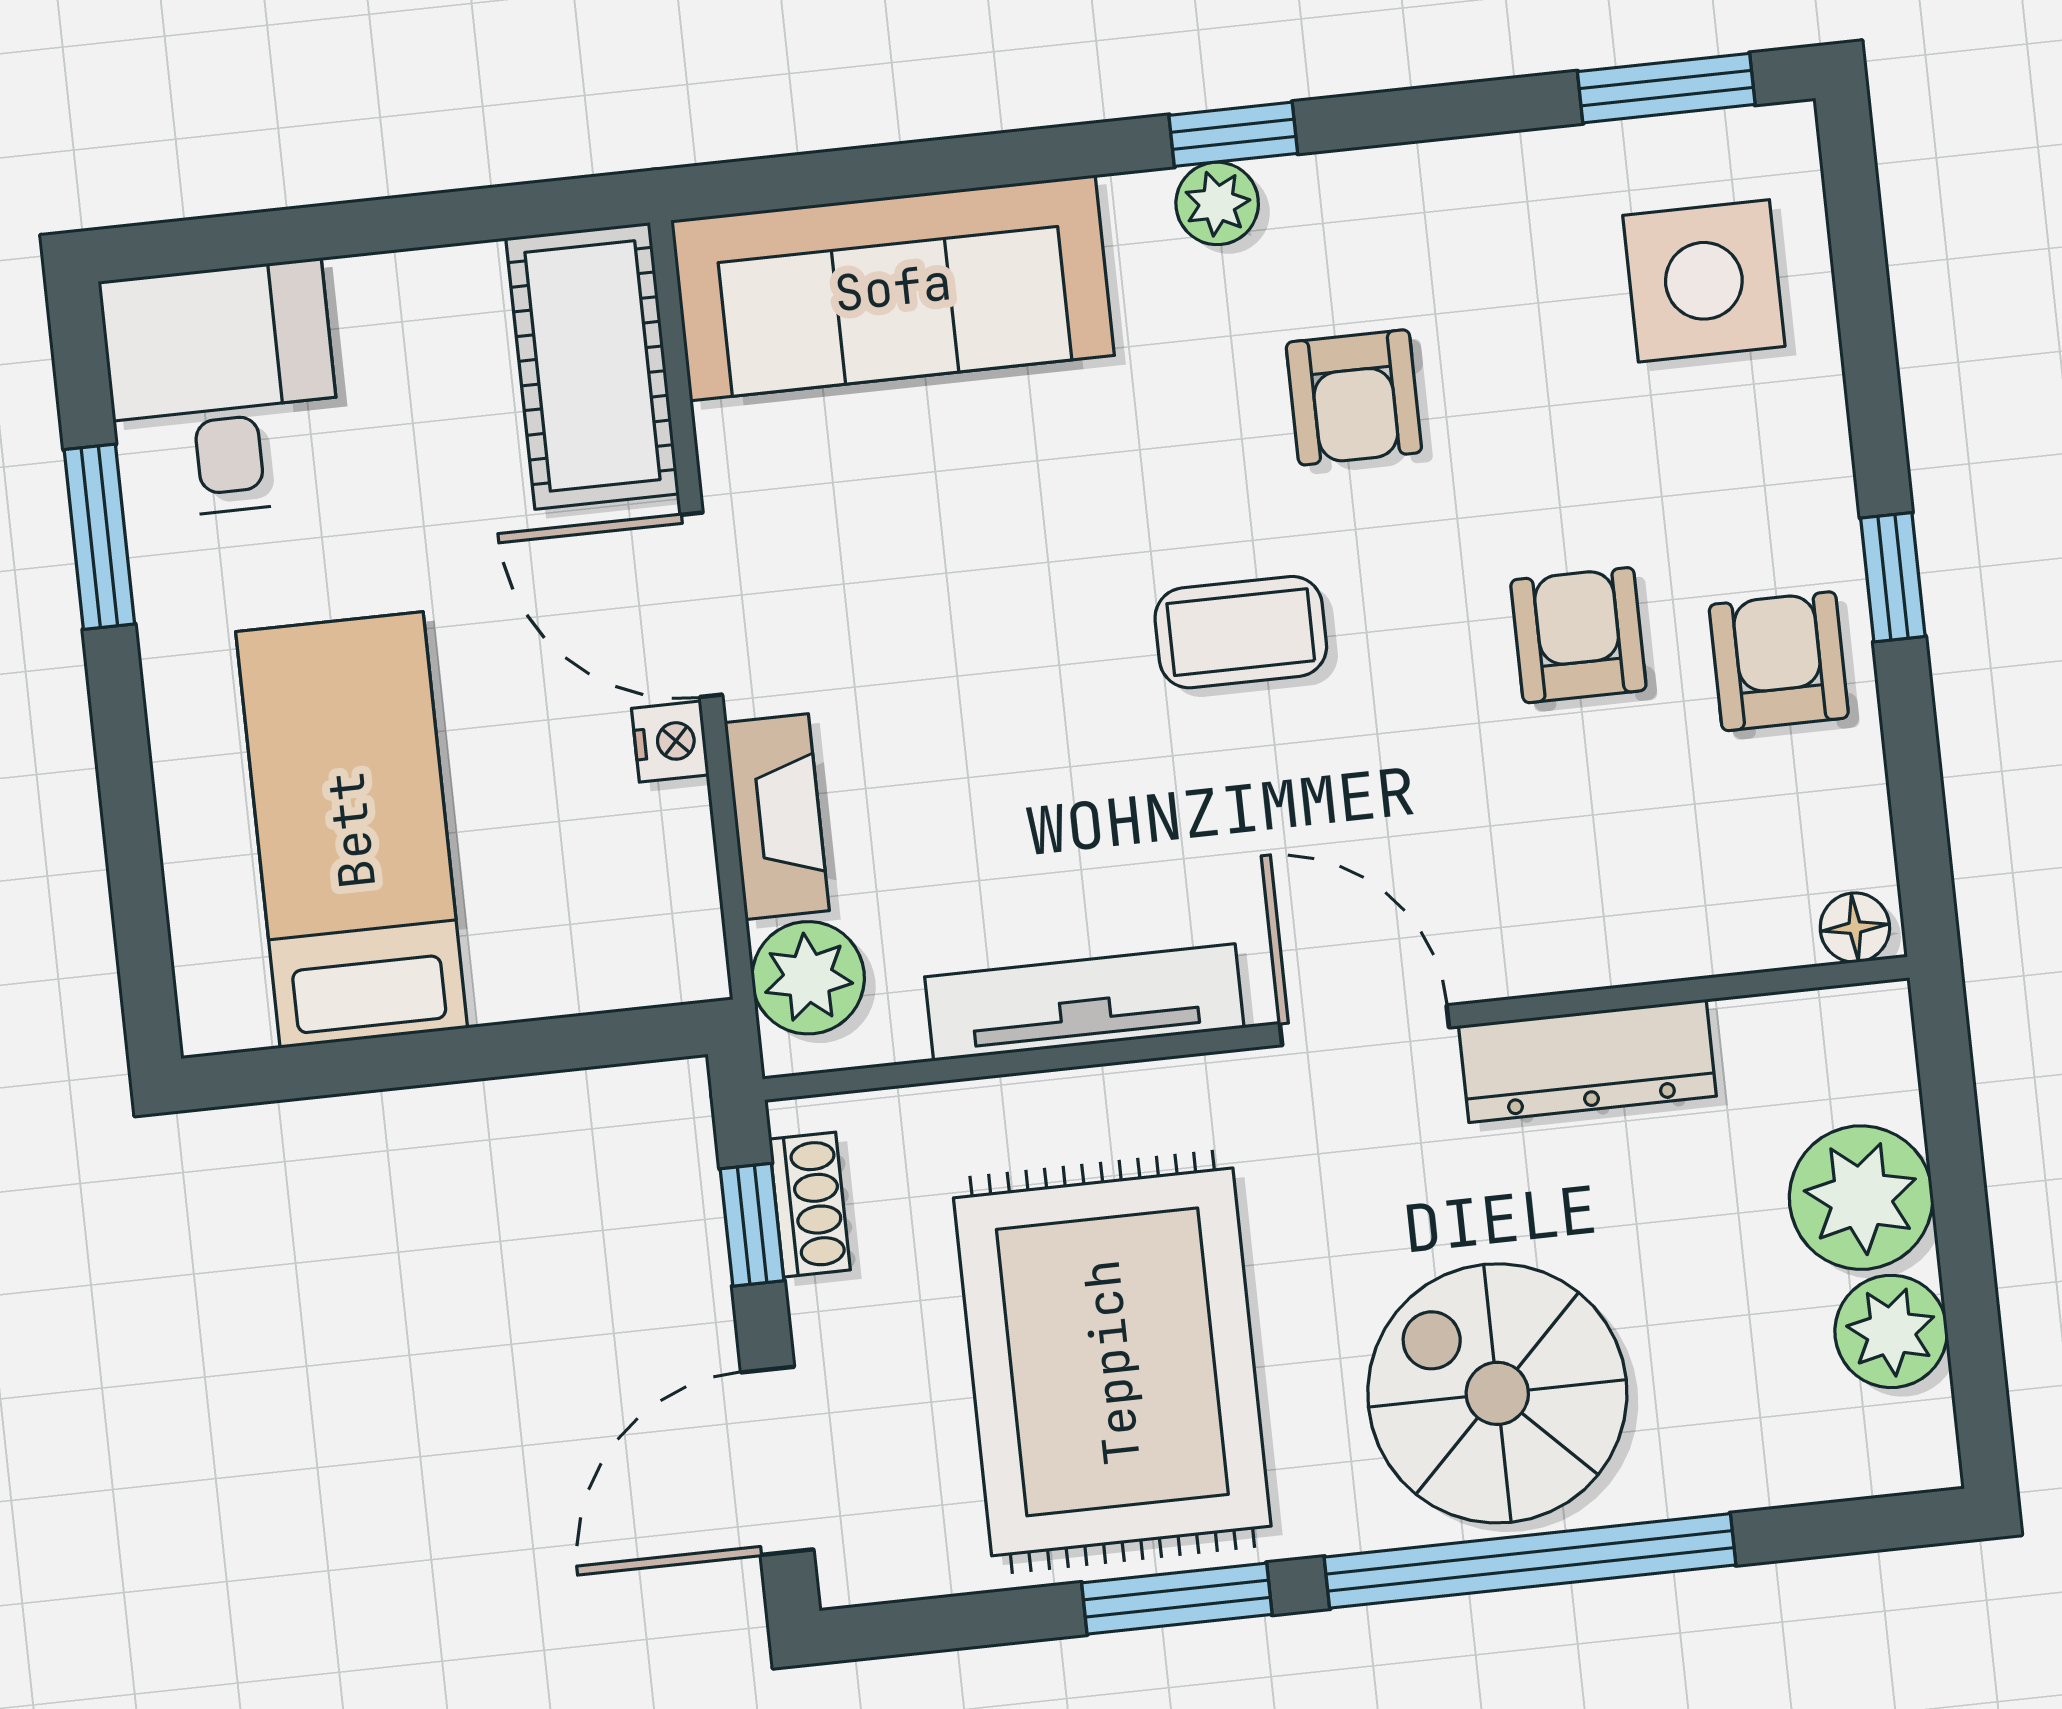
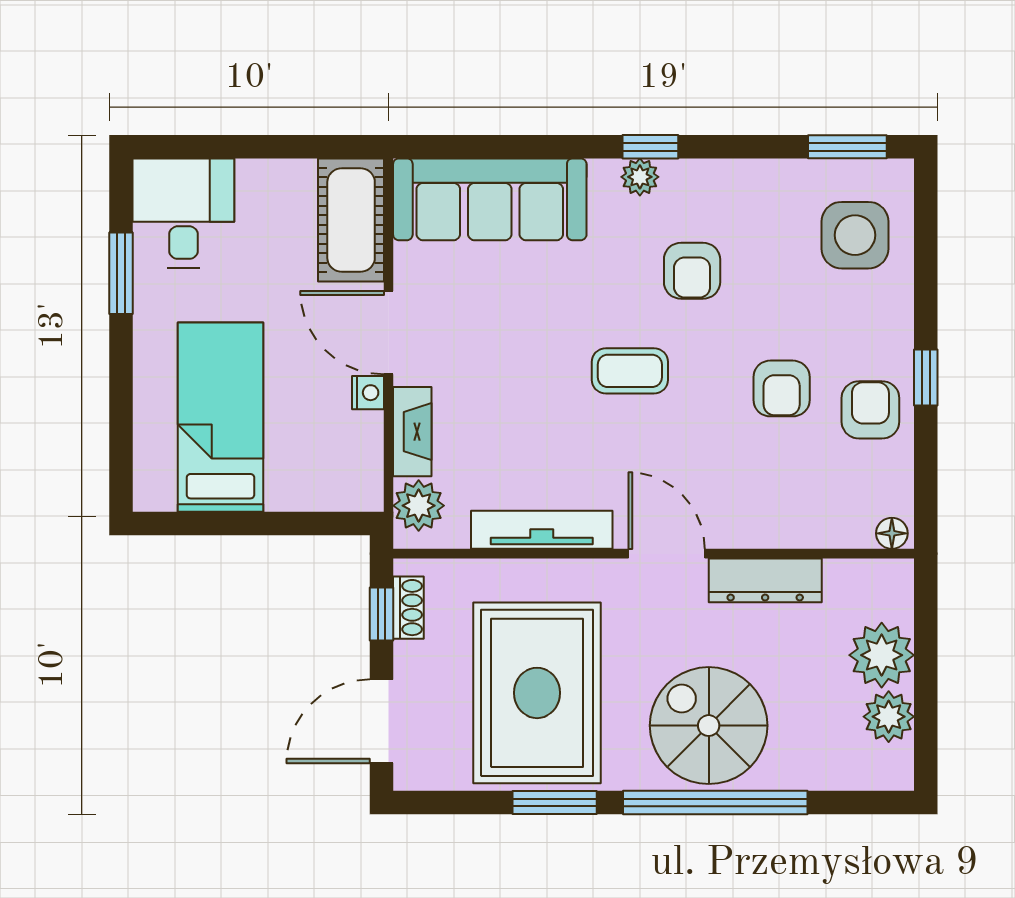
armchair: (1578, 635) -> (782, 388), turned 180

